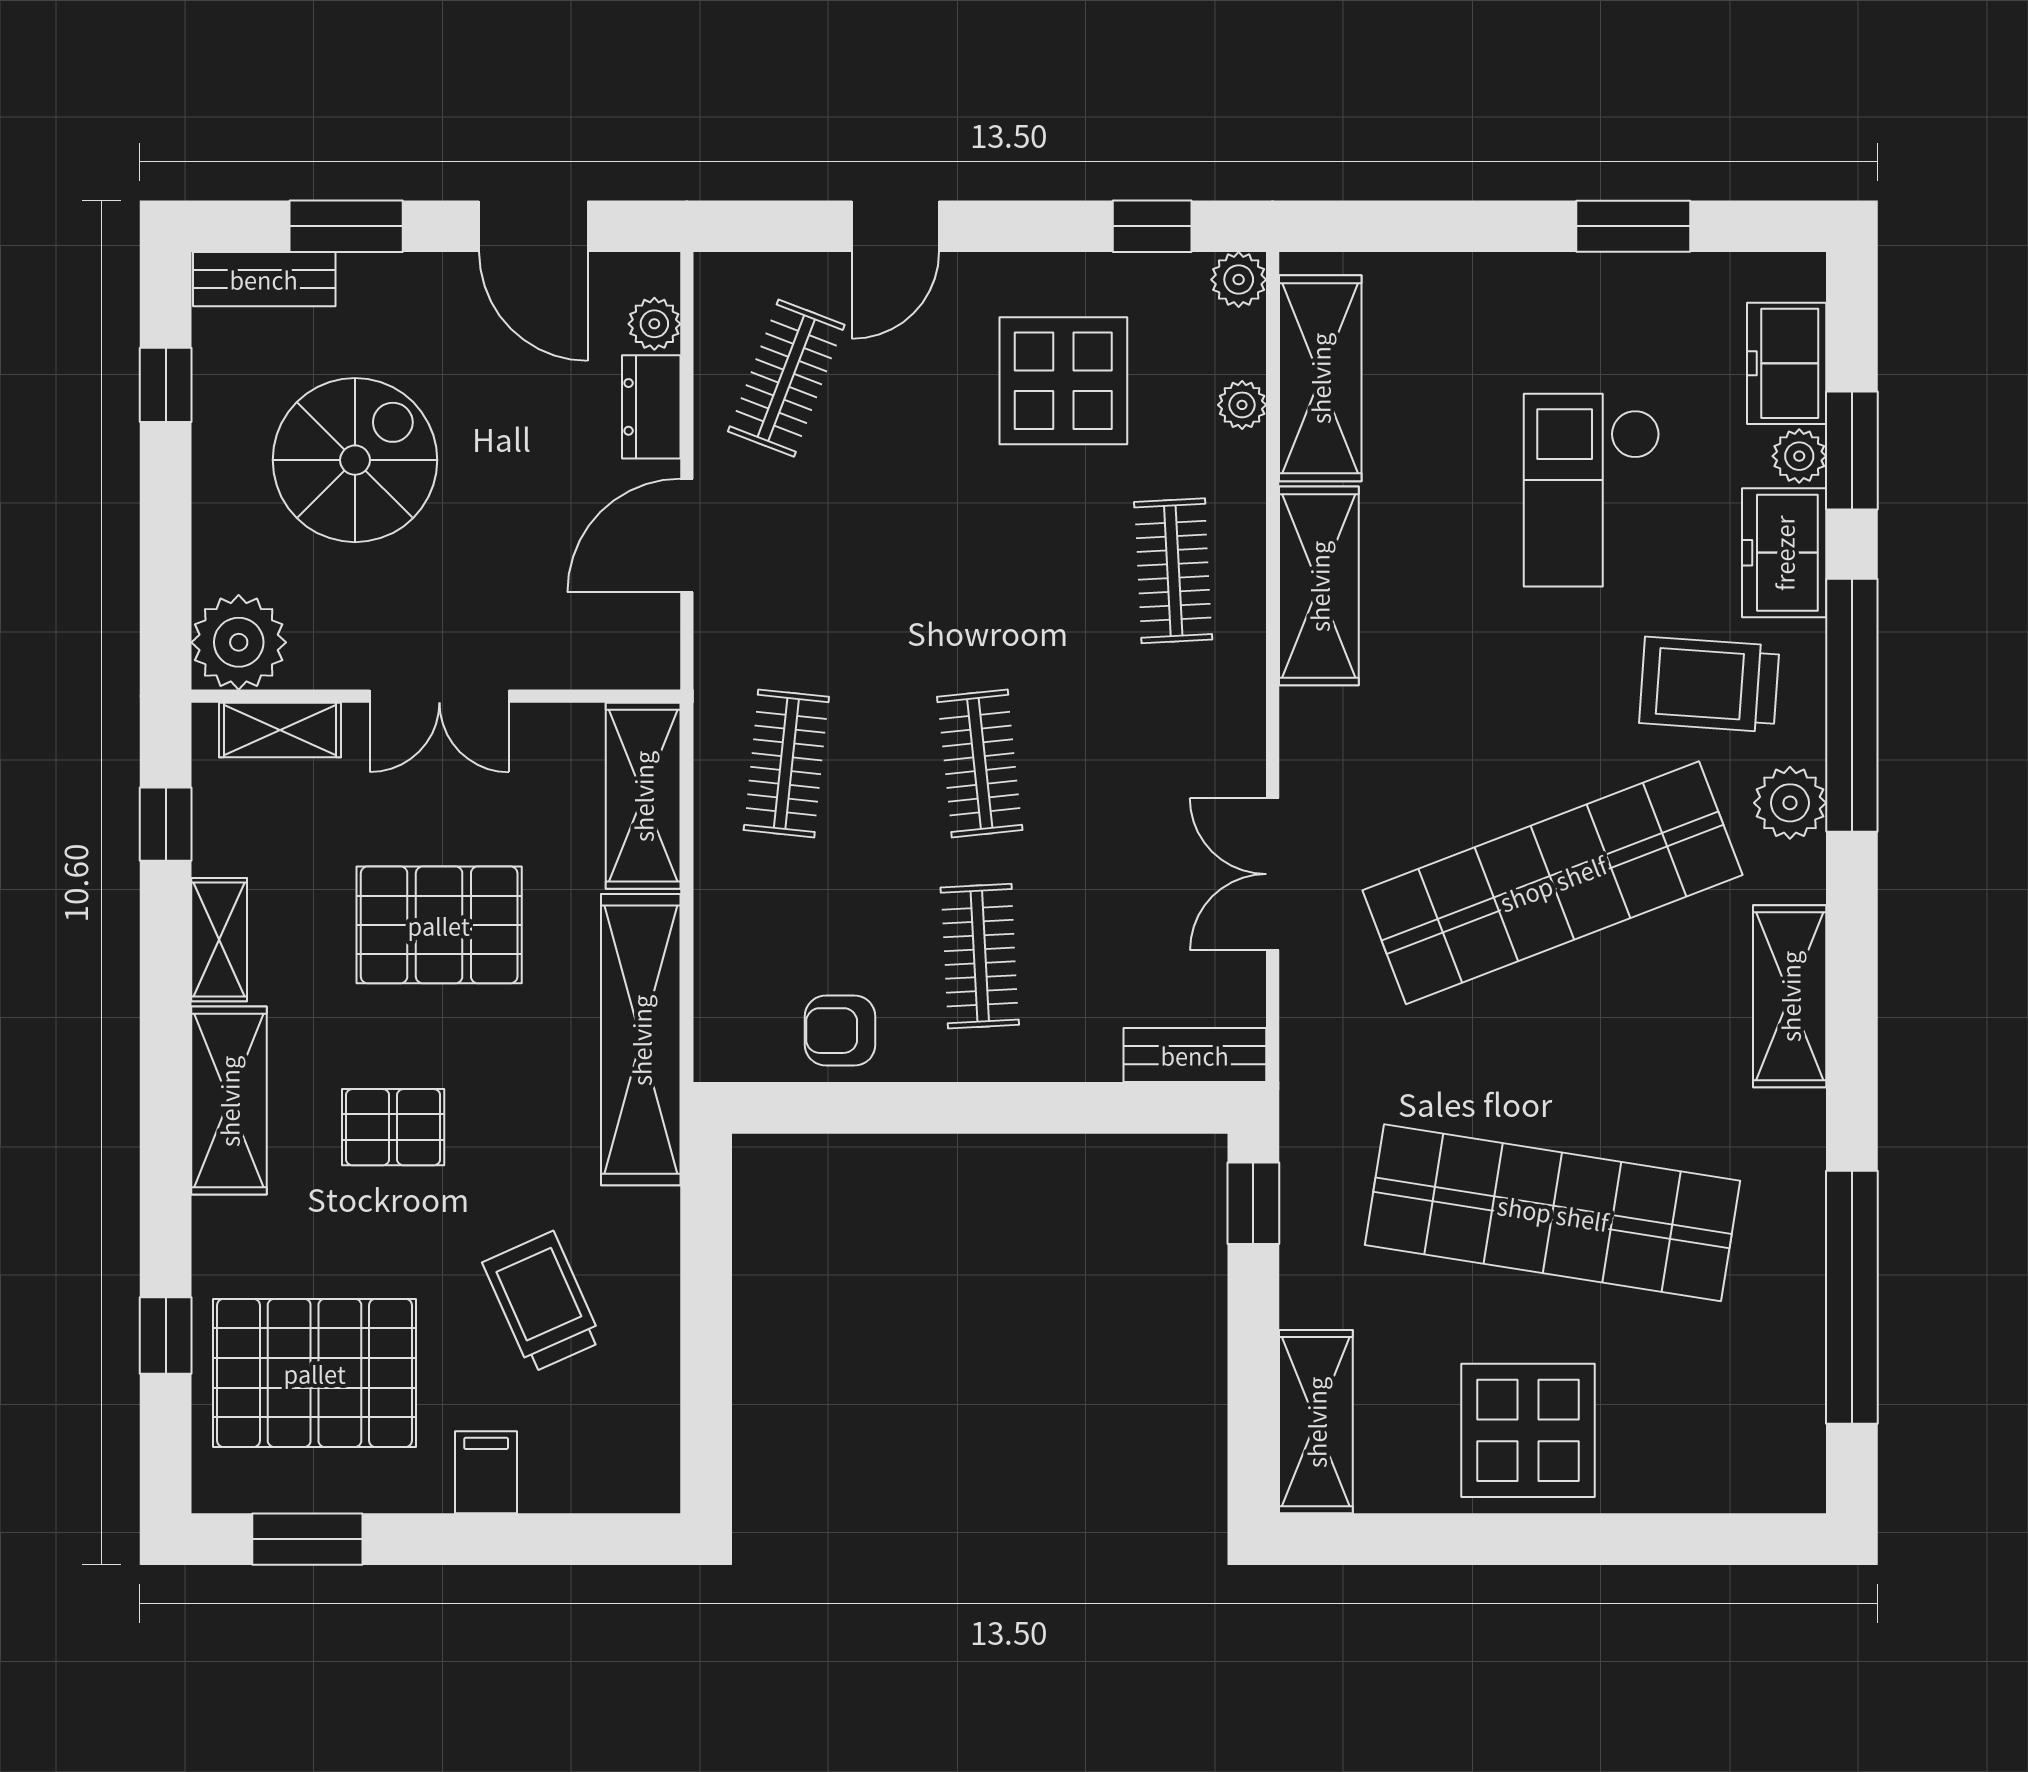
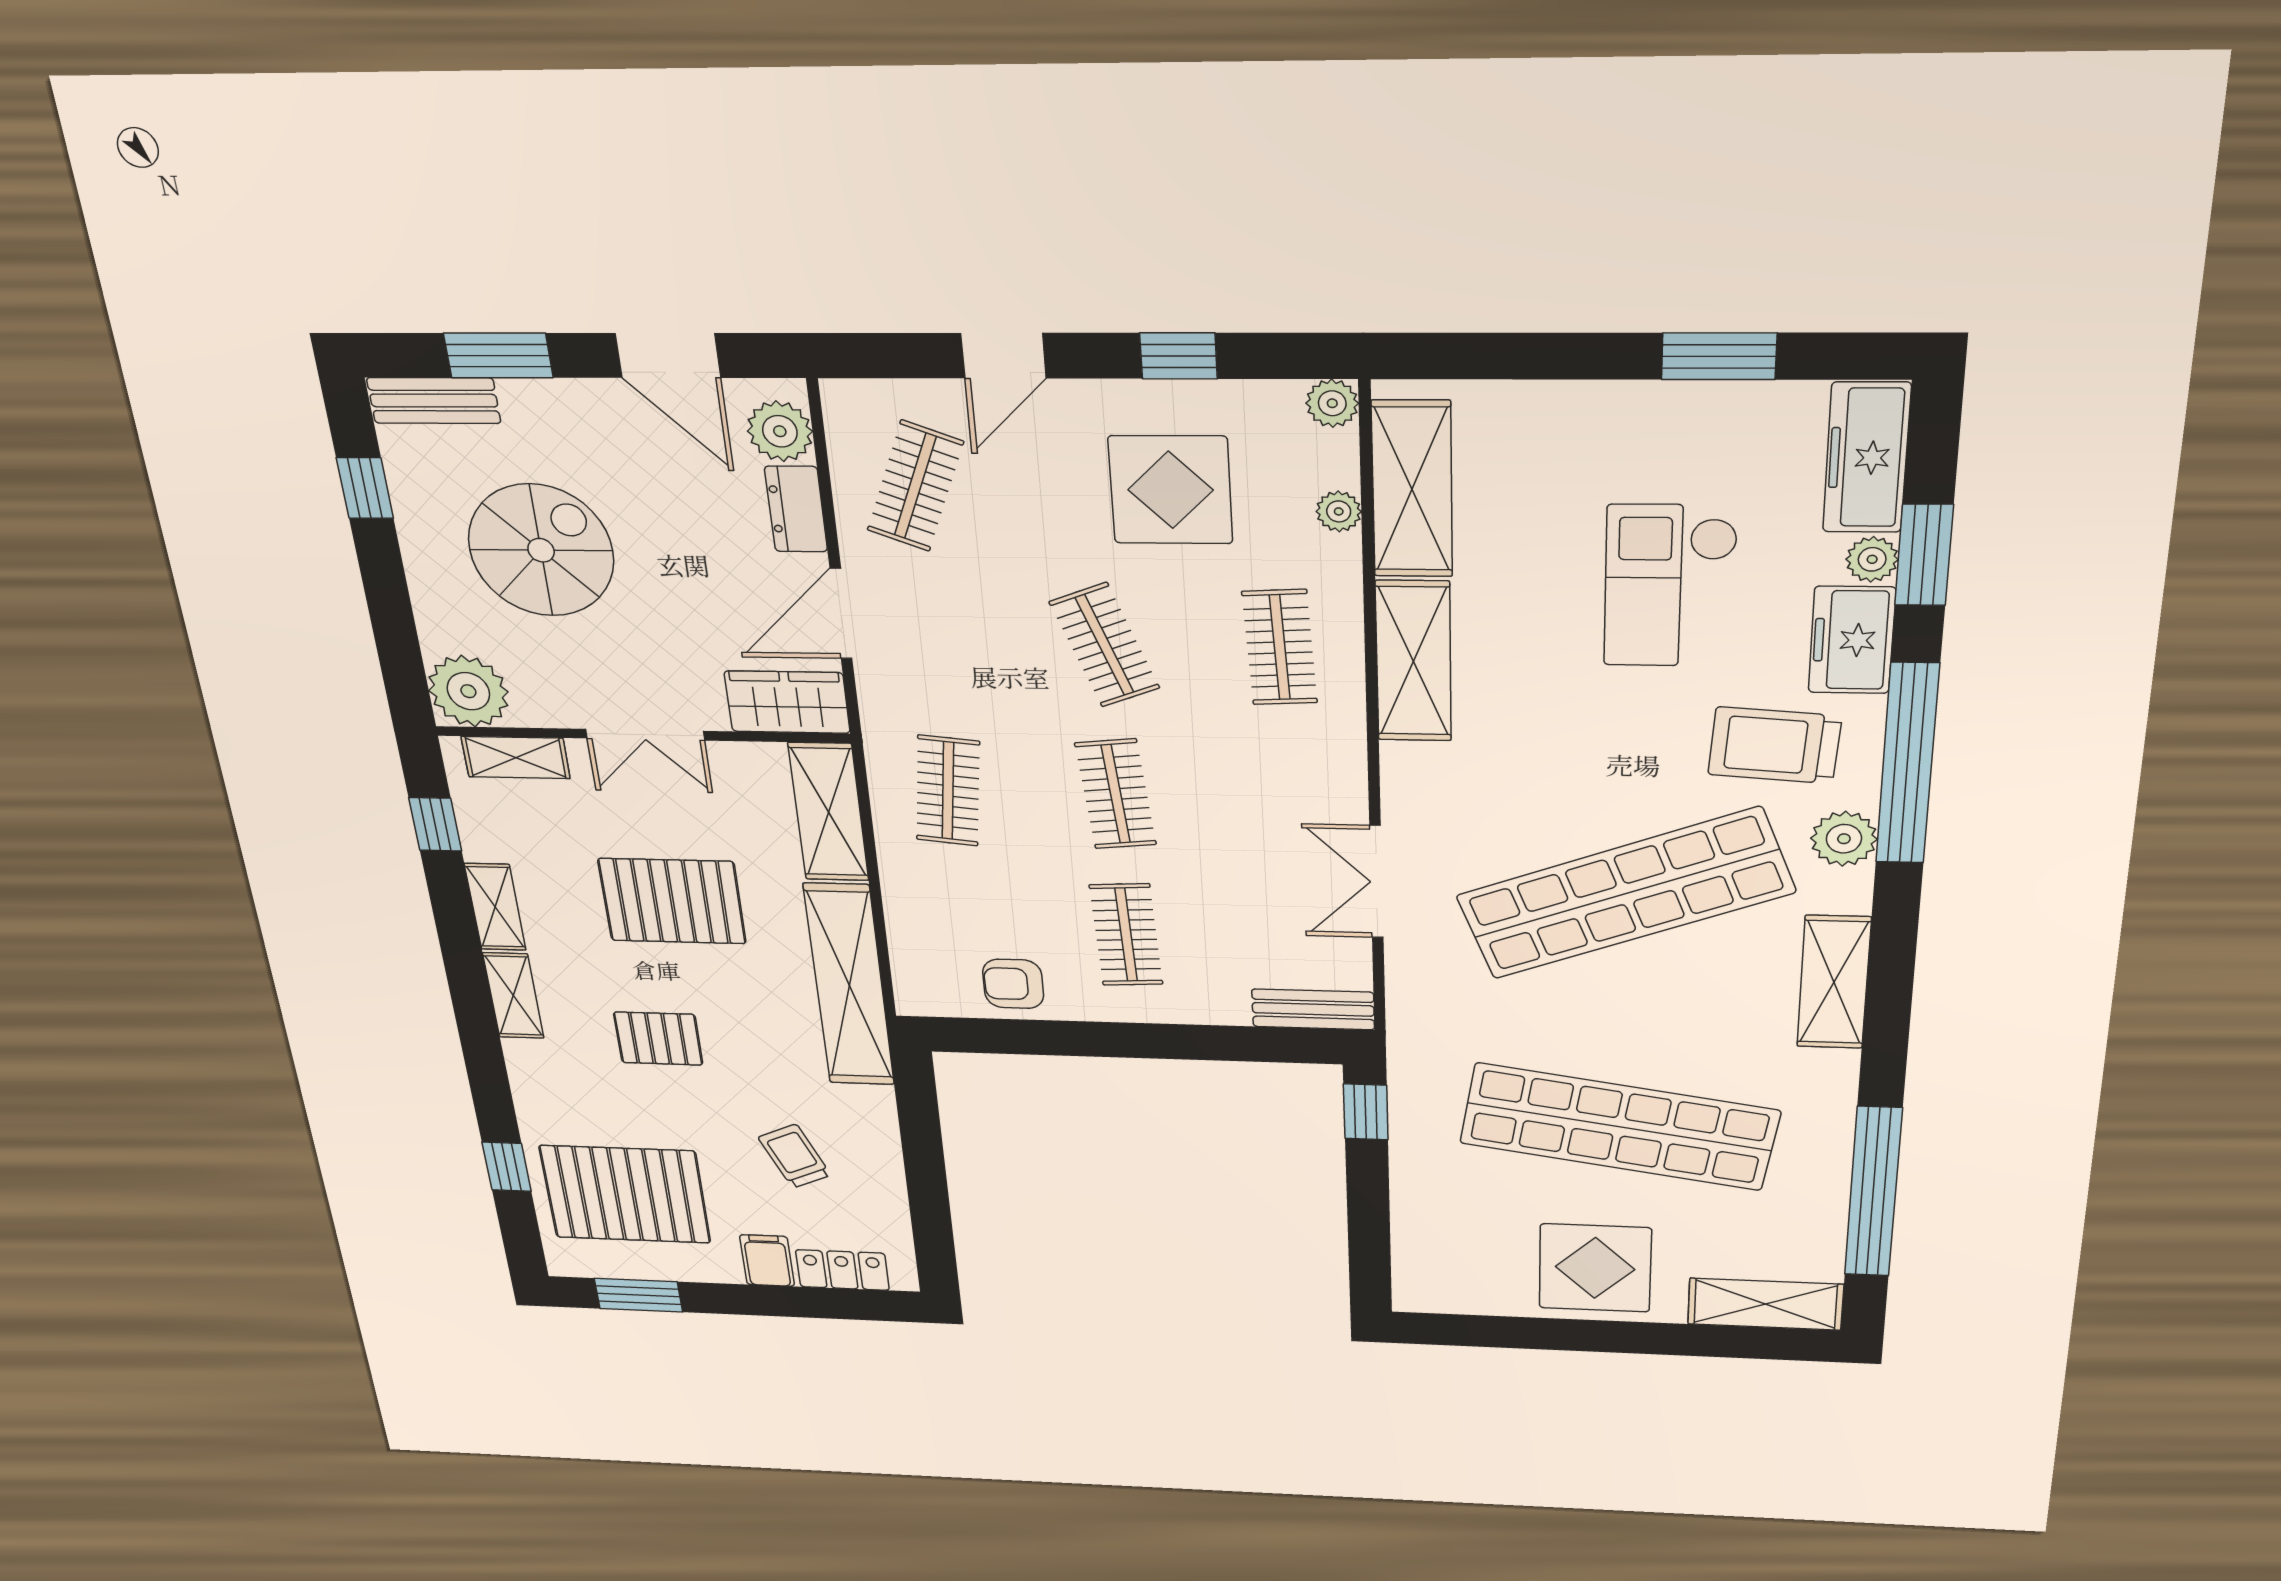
window: (1152, 226) -> (1178, 356), moved
plant: (654, 324) -> (780, 431), width x1.38, depth x1.38
freezer: (1787, 363) -> (1867, 458), width x1.40
clothes rail: (980, 571) -> (1105, 645), added
wardrobe: (612, 650) -> (787, 702), added
shelving: (229, 1101) -> (513, 996), width x0.67, depth x0.75
trolley: (542, 1302) -> (795, 1156), width x0.73, depth x0.72
shelving: (1316, 1422) -> (1765, 1304), moved, turned 90
locker: (583, 1483) -> (842, 1270), added

